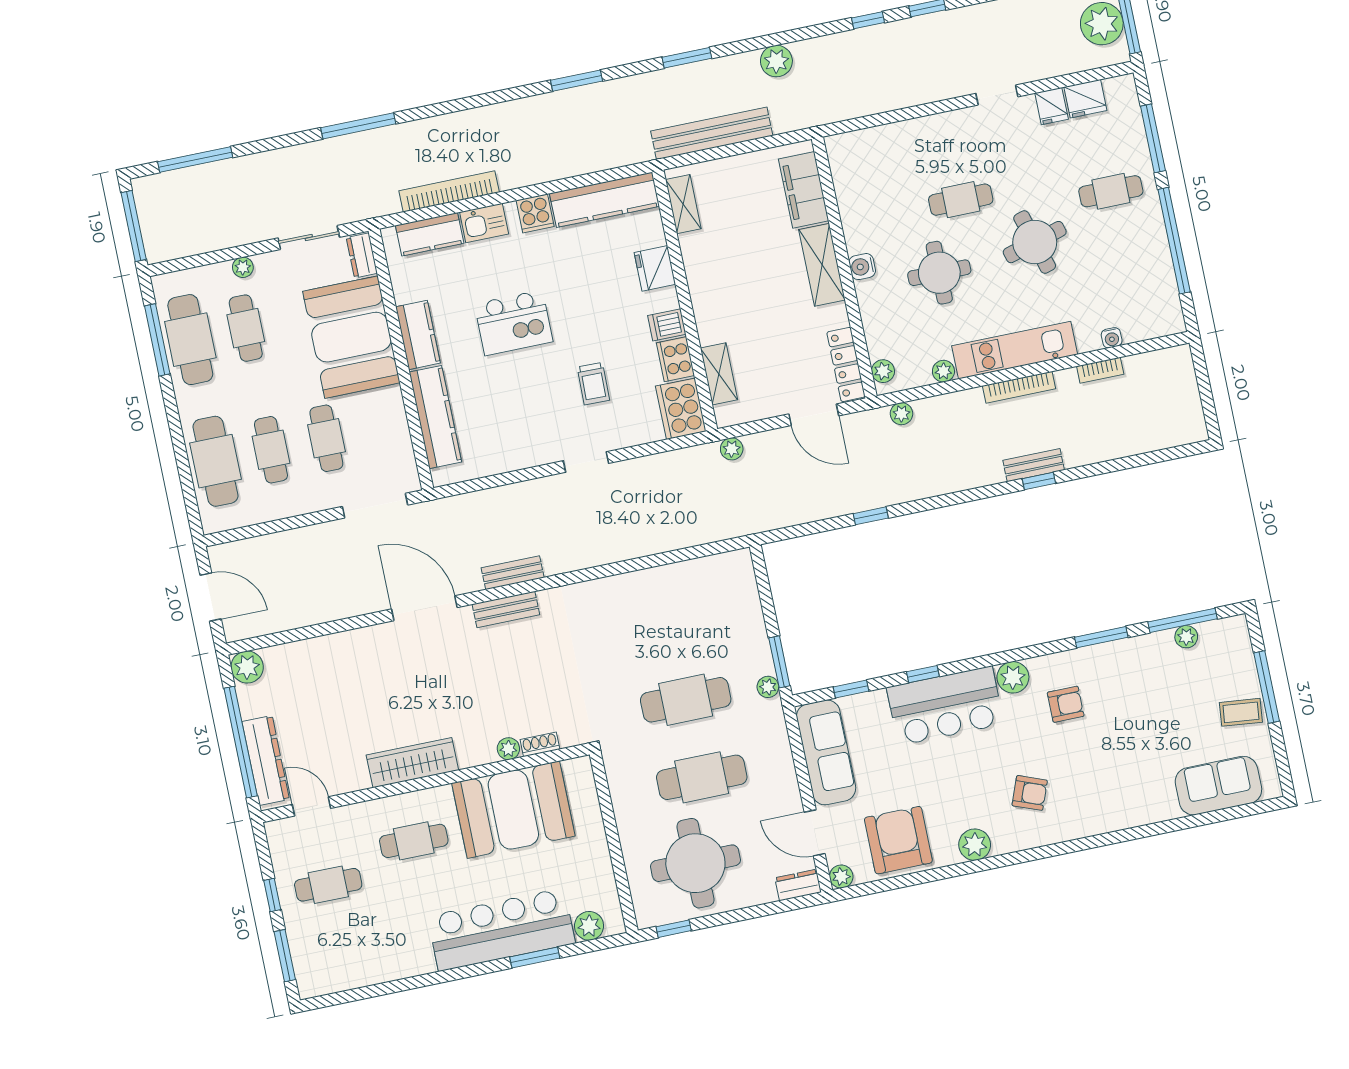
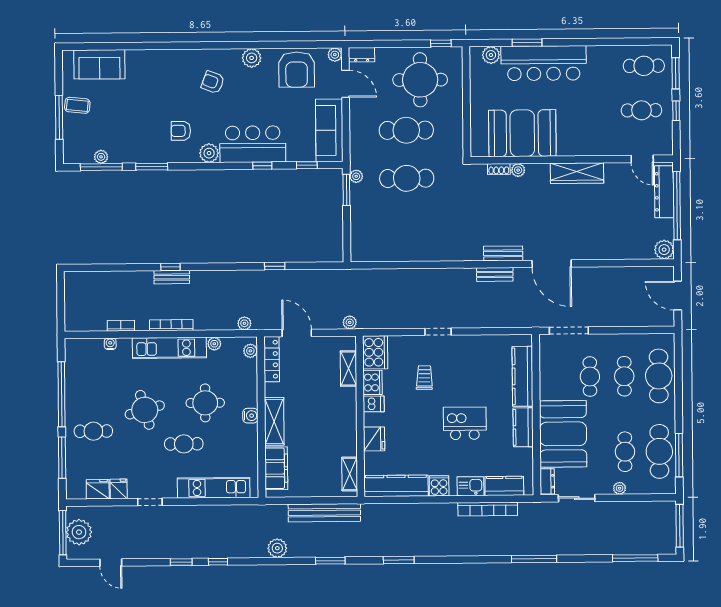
kitchen unit: (899, 138) -> (214, 488), added
cafe table: (414, 841) -> (644, 66), moved

